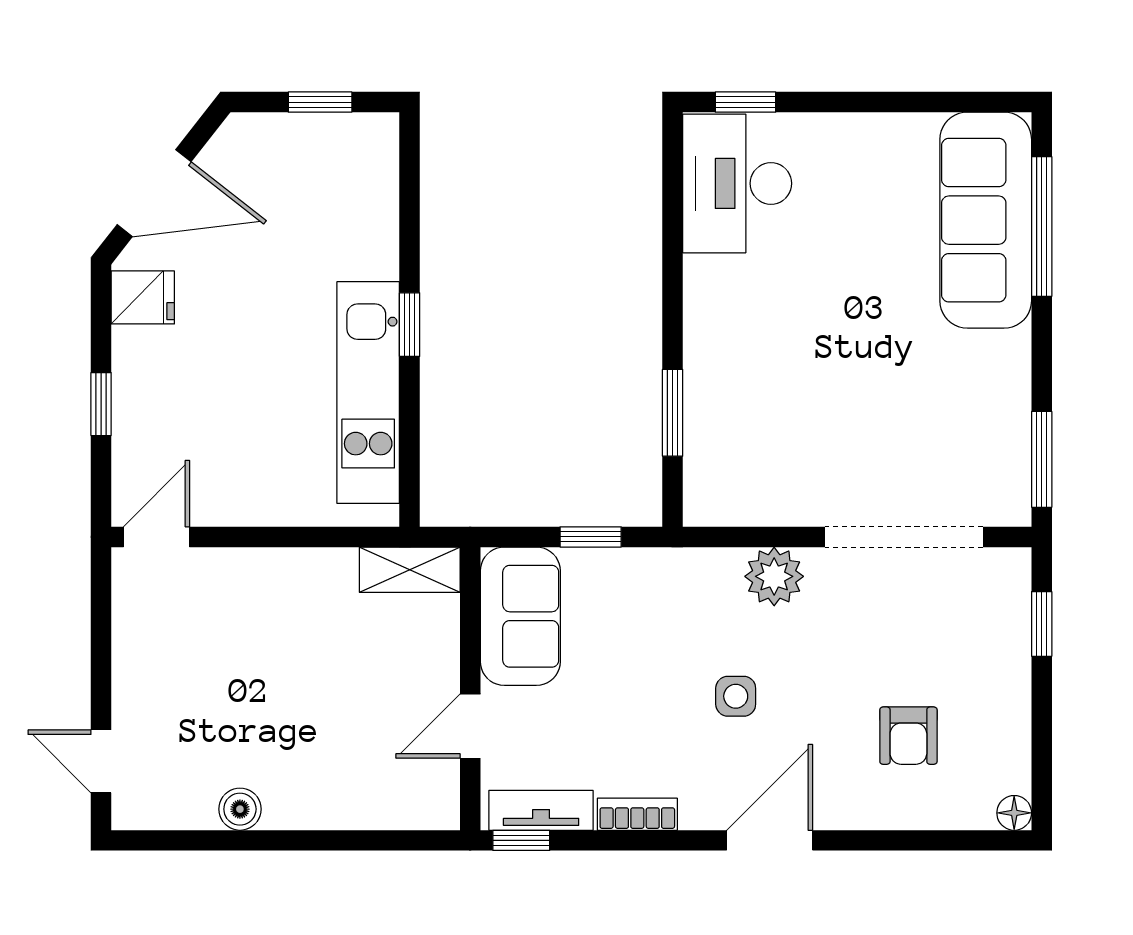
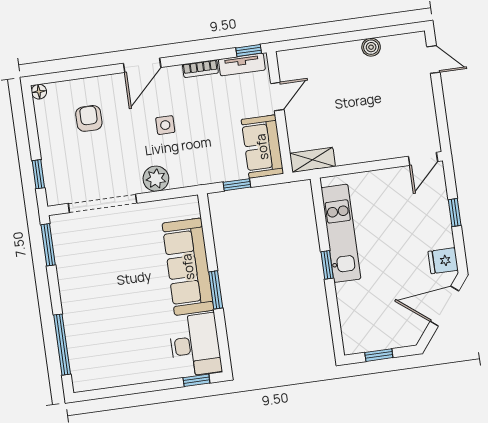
sofa: (986, 220) -> (188, 267), moved, turned 180
window: (673, 413) -> (216, 290), moved

